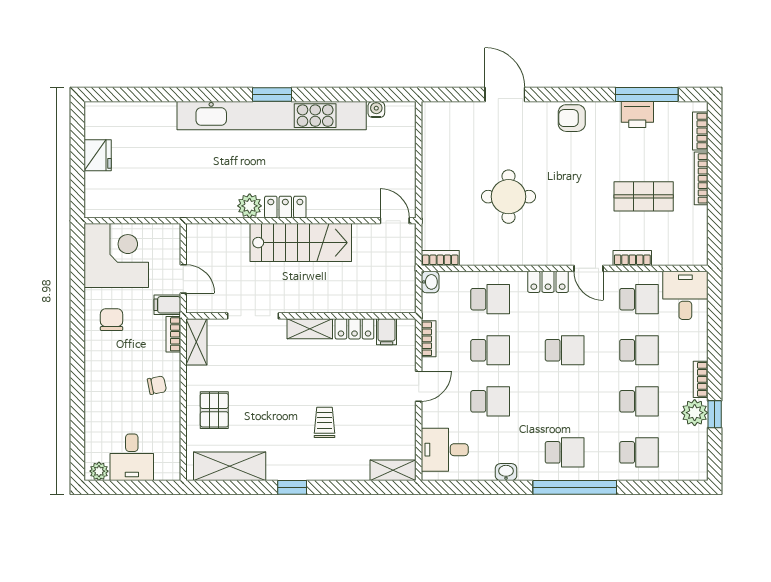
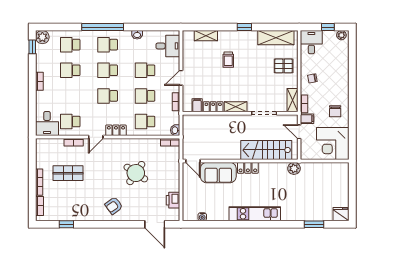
window: (272, 94) -> (314, 224), moved
door: (505, 94) -> (155, 224), moved
window: (647, 94) -> (66, 224), width x0.46
printer: (637, 114) -> (173, 200), moved, turned -90
kitchen unit: (272, 116) -> (255, 214), width x0.54
armchair: (572, 118) -> (114, 206), moved, turned 144
fridge: (98, 155) -> (341, 214), moved, turned 90
round table: (509, 197) -> (136, 173), turned 34
sofa: (344, 198) -> (218, 173), added
plant: (250, 206) -> (294, 168), moved
stairs: (301, 243) -> (266, 150), moved
door: (588, 268) -> (96, 137), swing flipped
school desk: (639, 350) -> (108, 70), moved
pallet: (214, 410) -> (284, 66), turned 90
plant: (695, 413) -> (42, 37), moved
window: (715, 414) -> (32, 47), moved
desk: (132, 457) -> (311, 42), moved
shelving: (393, 470) -> (206, 36), moved
window: (126, 487) -> (328, 27), added

